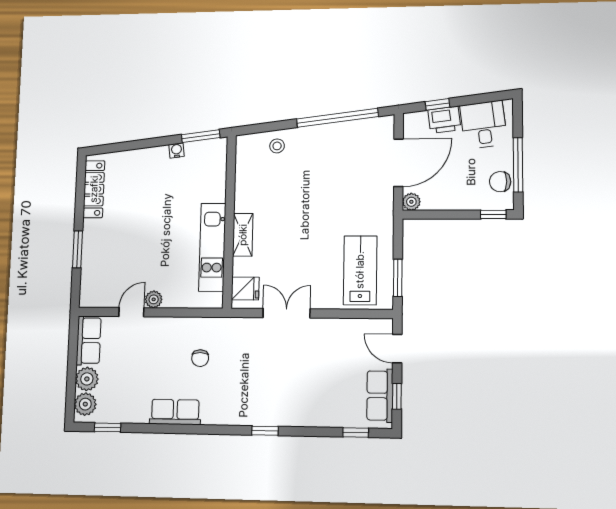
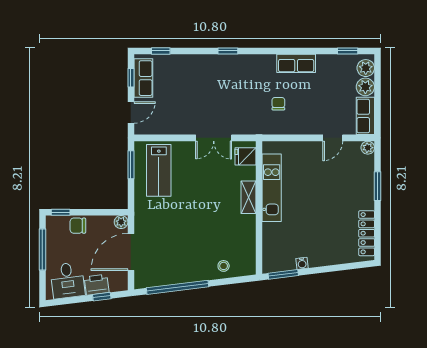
chair: (500, 182) -> (78, 226), moved, turned 180
plant: (154, 299) -> (368, 148), moved
door: (397, 349) -> (131, 112), hinge flipped

